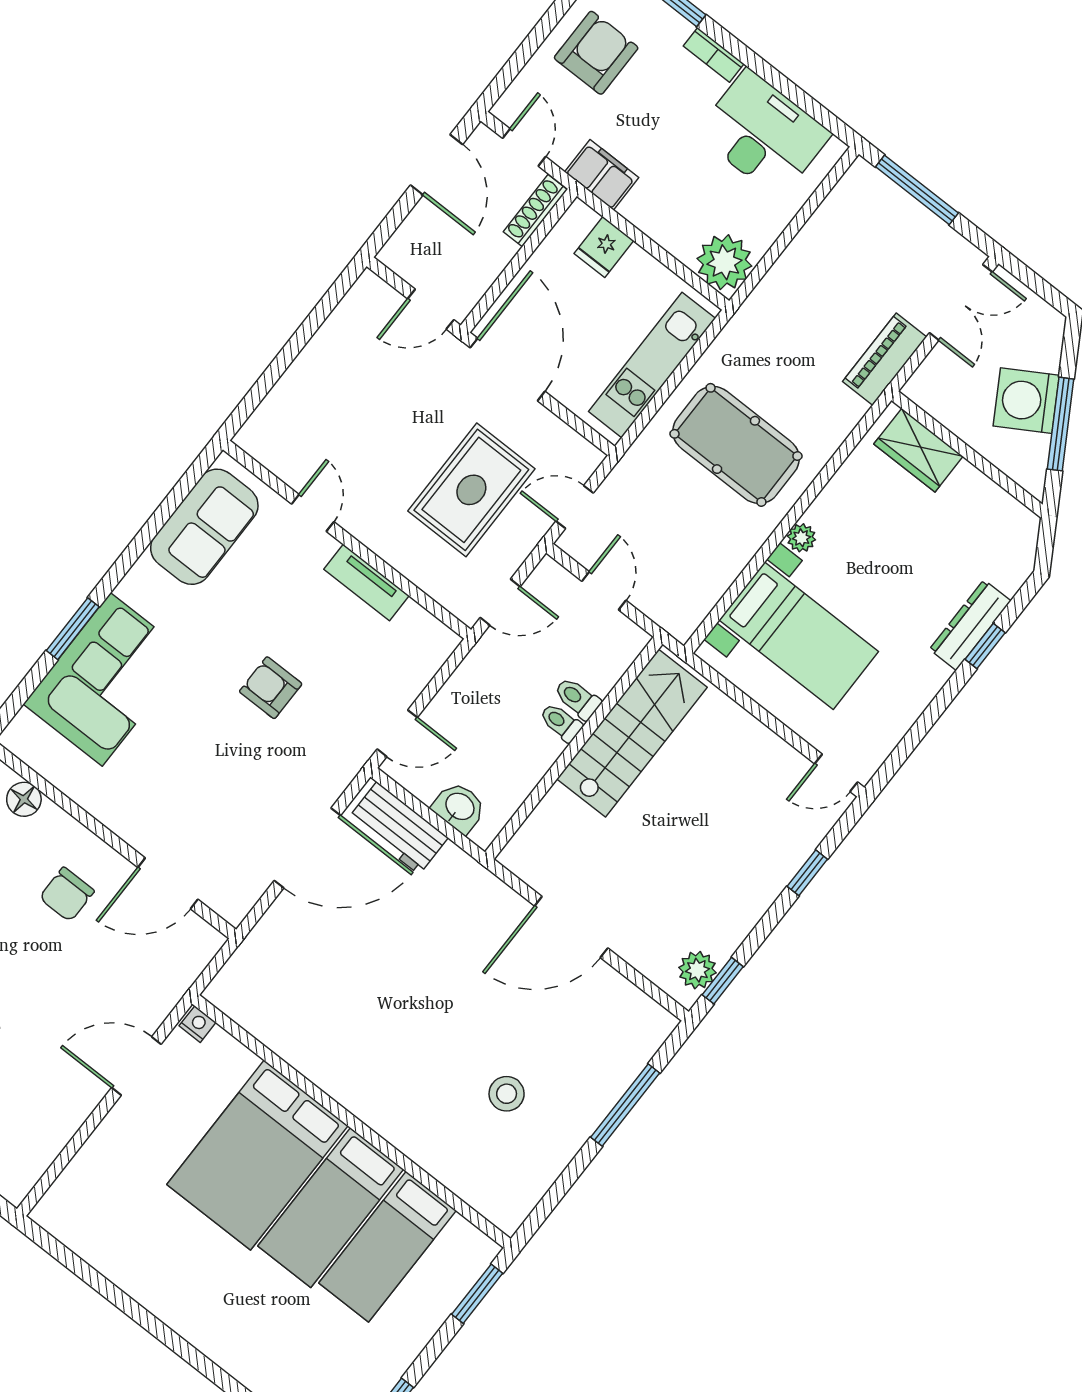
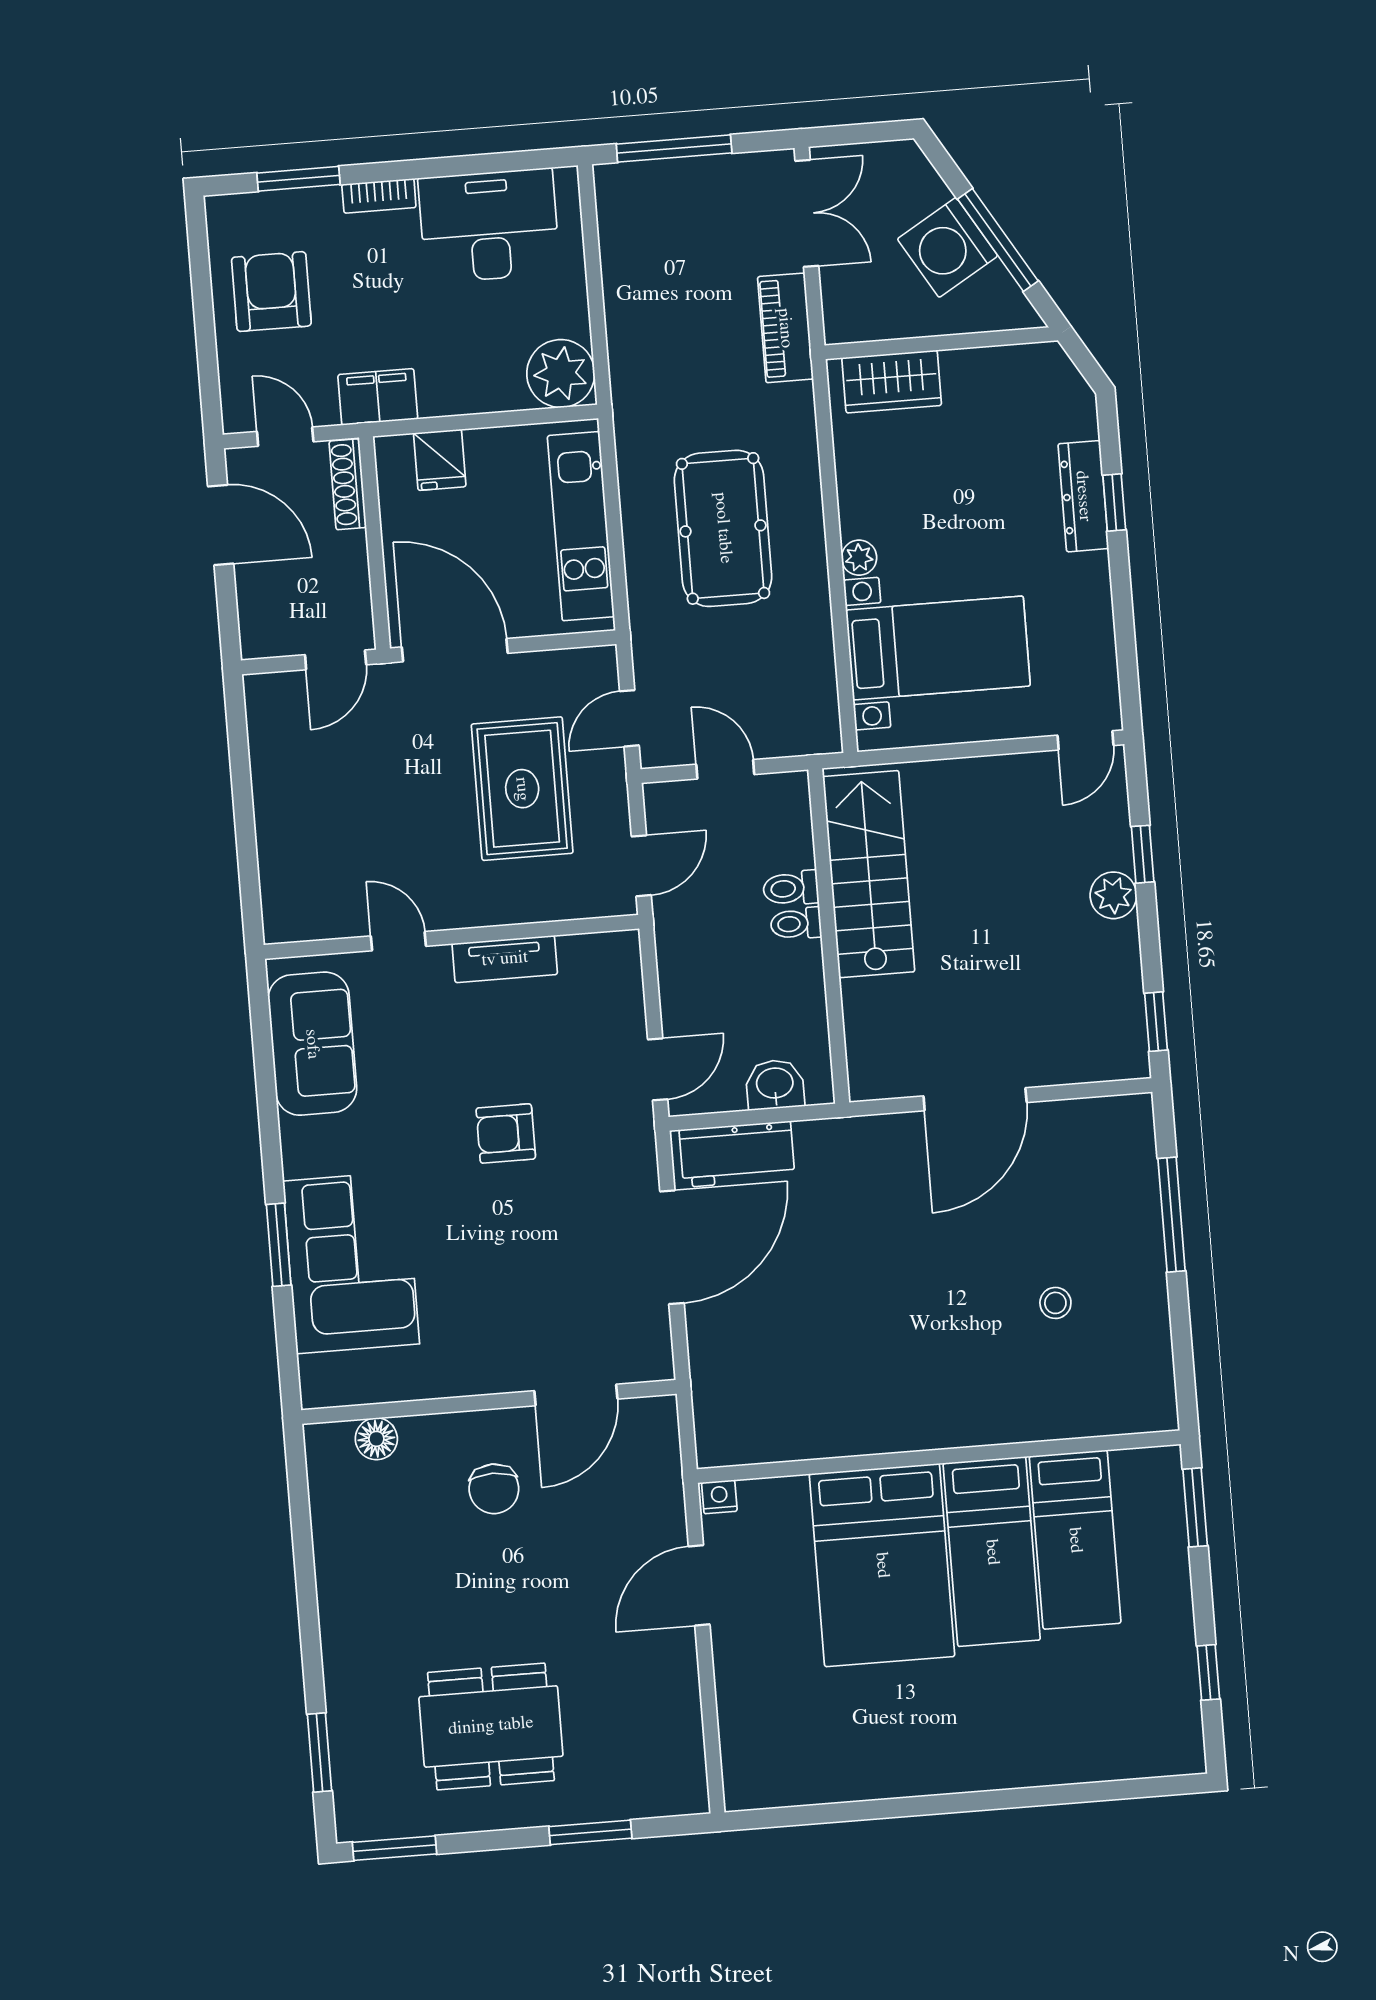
pool table: (736, 445) -> (723, 528), turned 90
plant: (697, 970) -> (1113, 895), moved
stool: (507, 1094) -> (1055, 1303), width x0.73, depth x0.73

